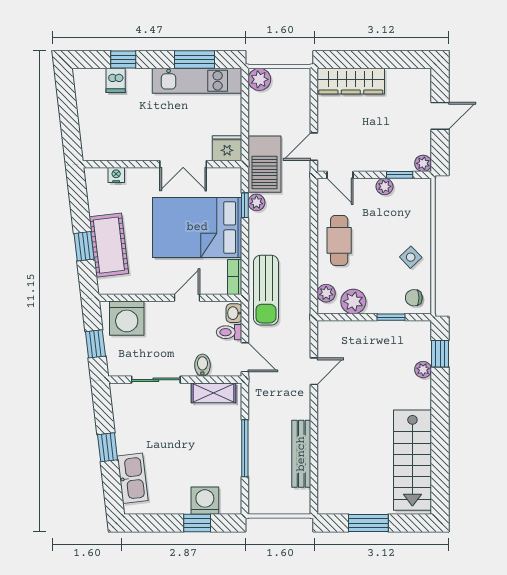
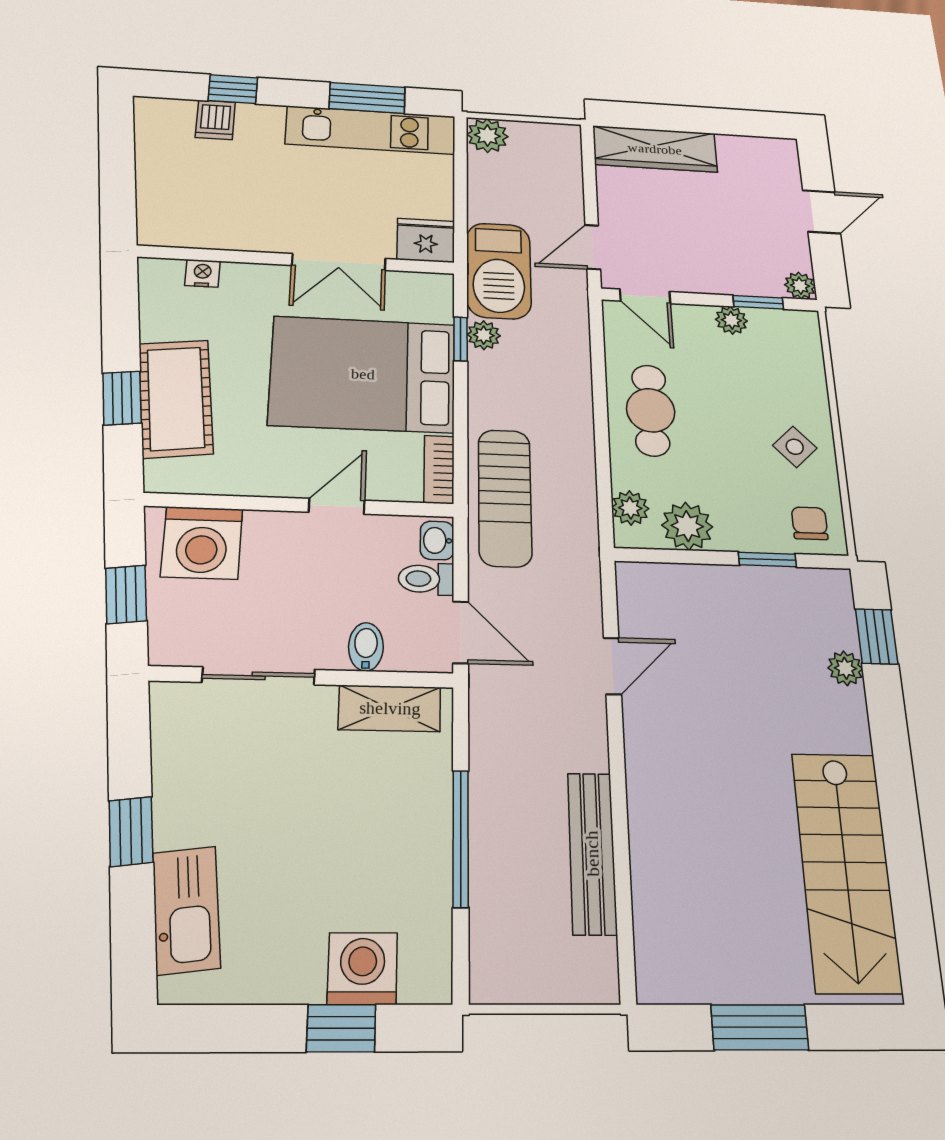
chair: (414, 298) -> (810, 523), turned 90

